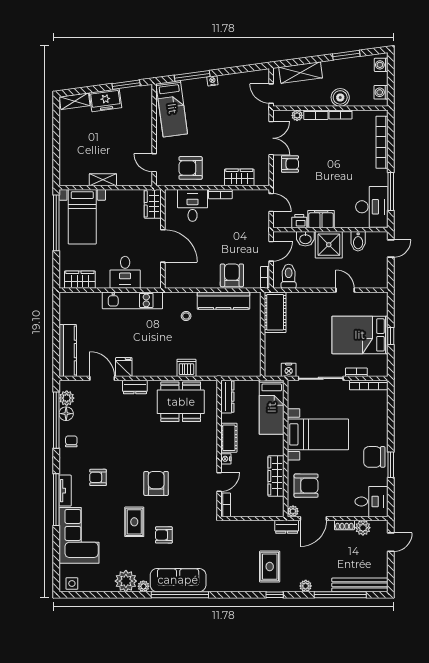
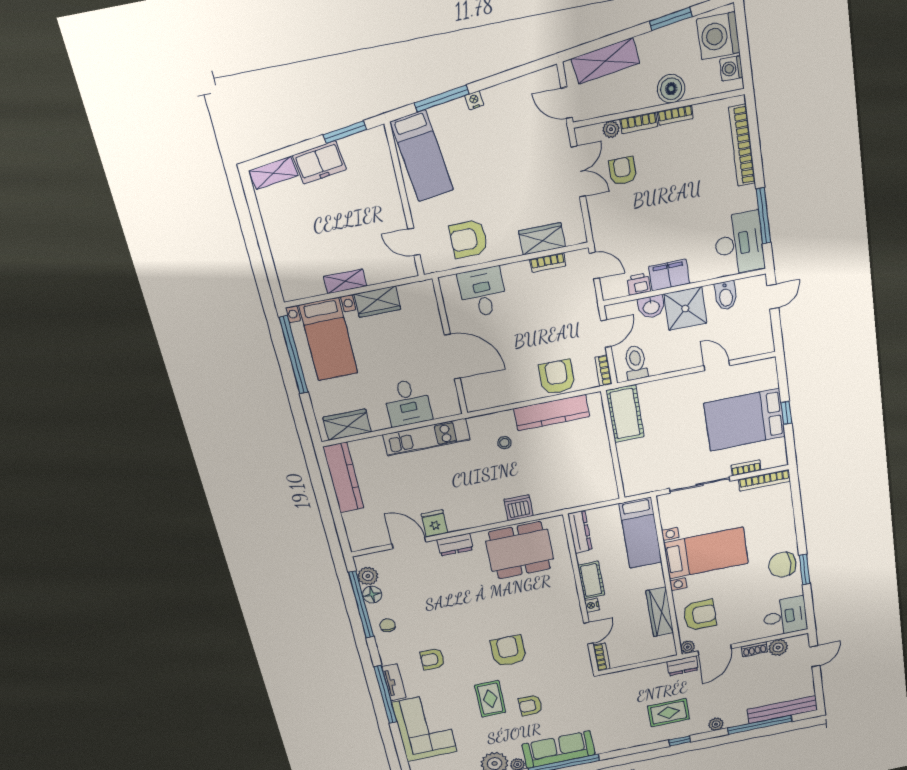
washing machine: (381, 65) -> (718, 36), width x1.89, depth x1.89
armchair: (290, 164) -> (623, 171), moved, turned -90
bookcase: (220, 194) -> (548, 263), moved
wardrobe: (153, 204) -> (377, 302), moved, turned -90
kitchen counter: (68, 351) -> (343, 477), moved
nightstand: (289, 370) -> (655, 483), removed
rug: (270, 567) -> (669, 713), turned 90

